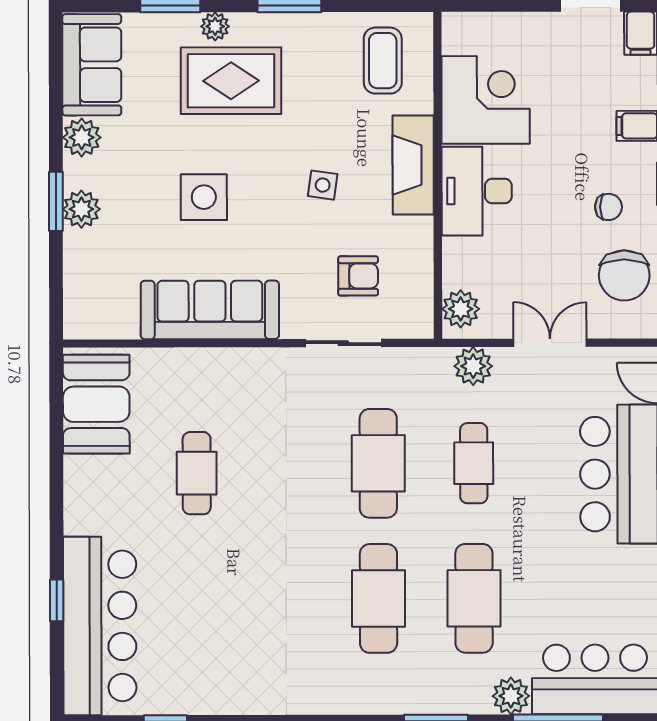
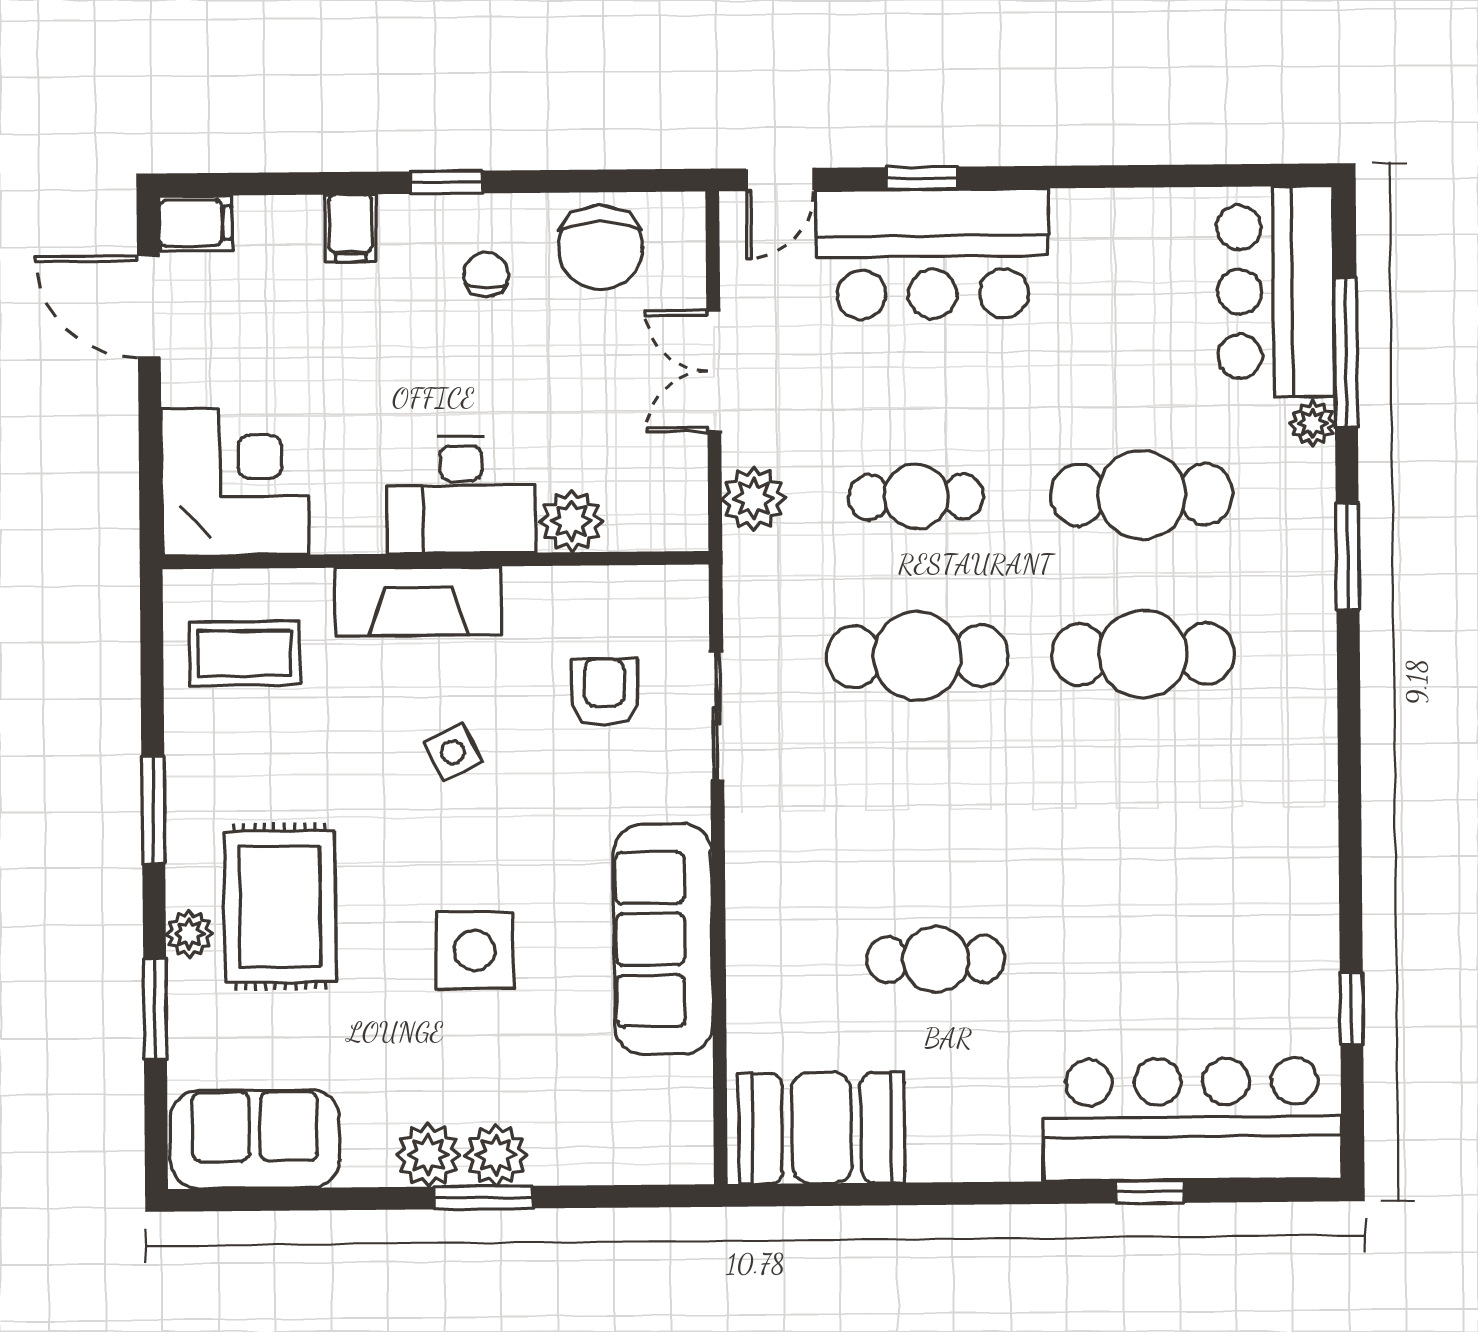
corner desk: (486, 100) -> (235, 482), moved, turned 90
plant: (82, 137) -> (428, 1155), moved
side table: (323, 185) -> (453, 752), turned -34
chair: (624, 275) -> (600, 247), turned 90
plant: (461, 309) -> (572, 521), moved
plant: (511, 696) -> (1313, 423), width x0.73, depth x0.73

